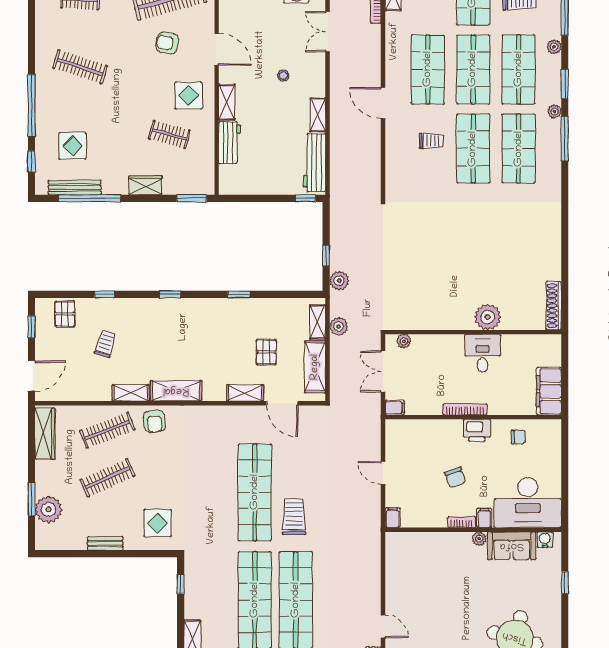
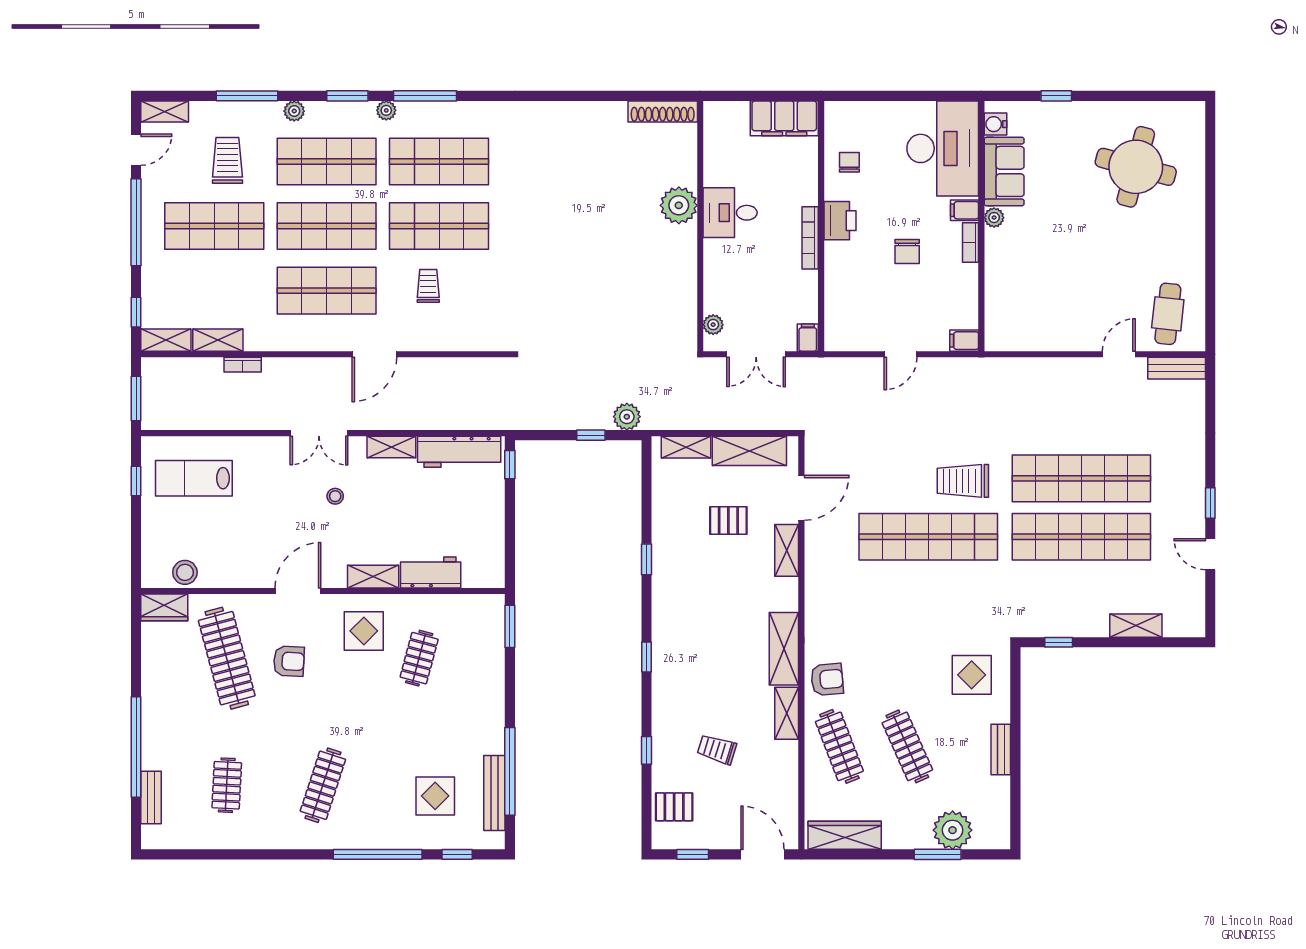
double door: (328, 31) -> (319, 433), moved
armchair: (167, 43) -> (289, 661), turned -97
wardrobe: (146, 185) -> (491, 692), removed
plant: (339, 326) -> (692, 417), removed
chair: (455, 478) -> (907, 252), turned 110

